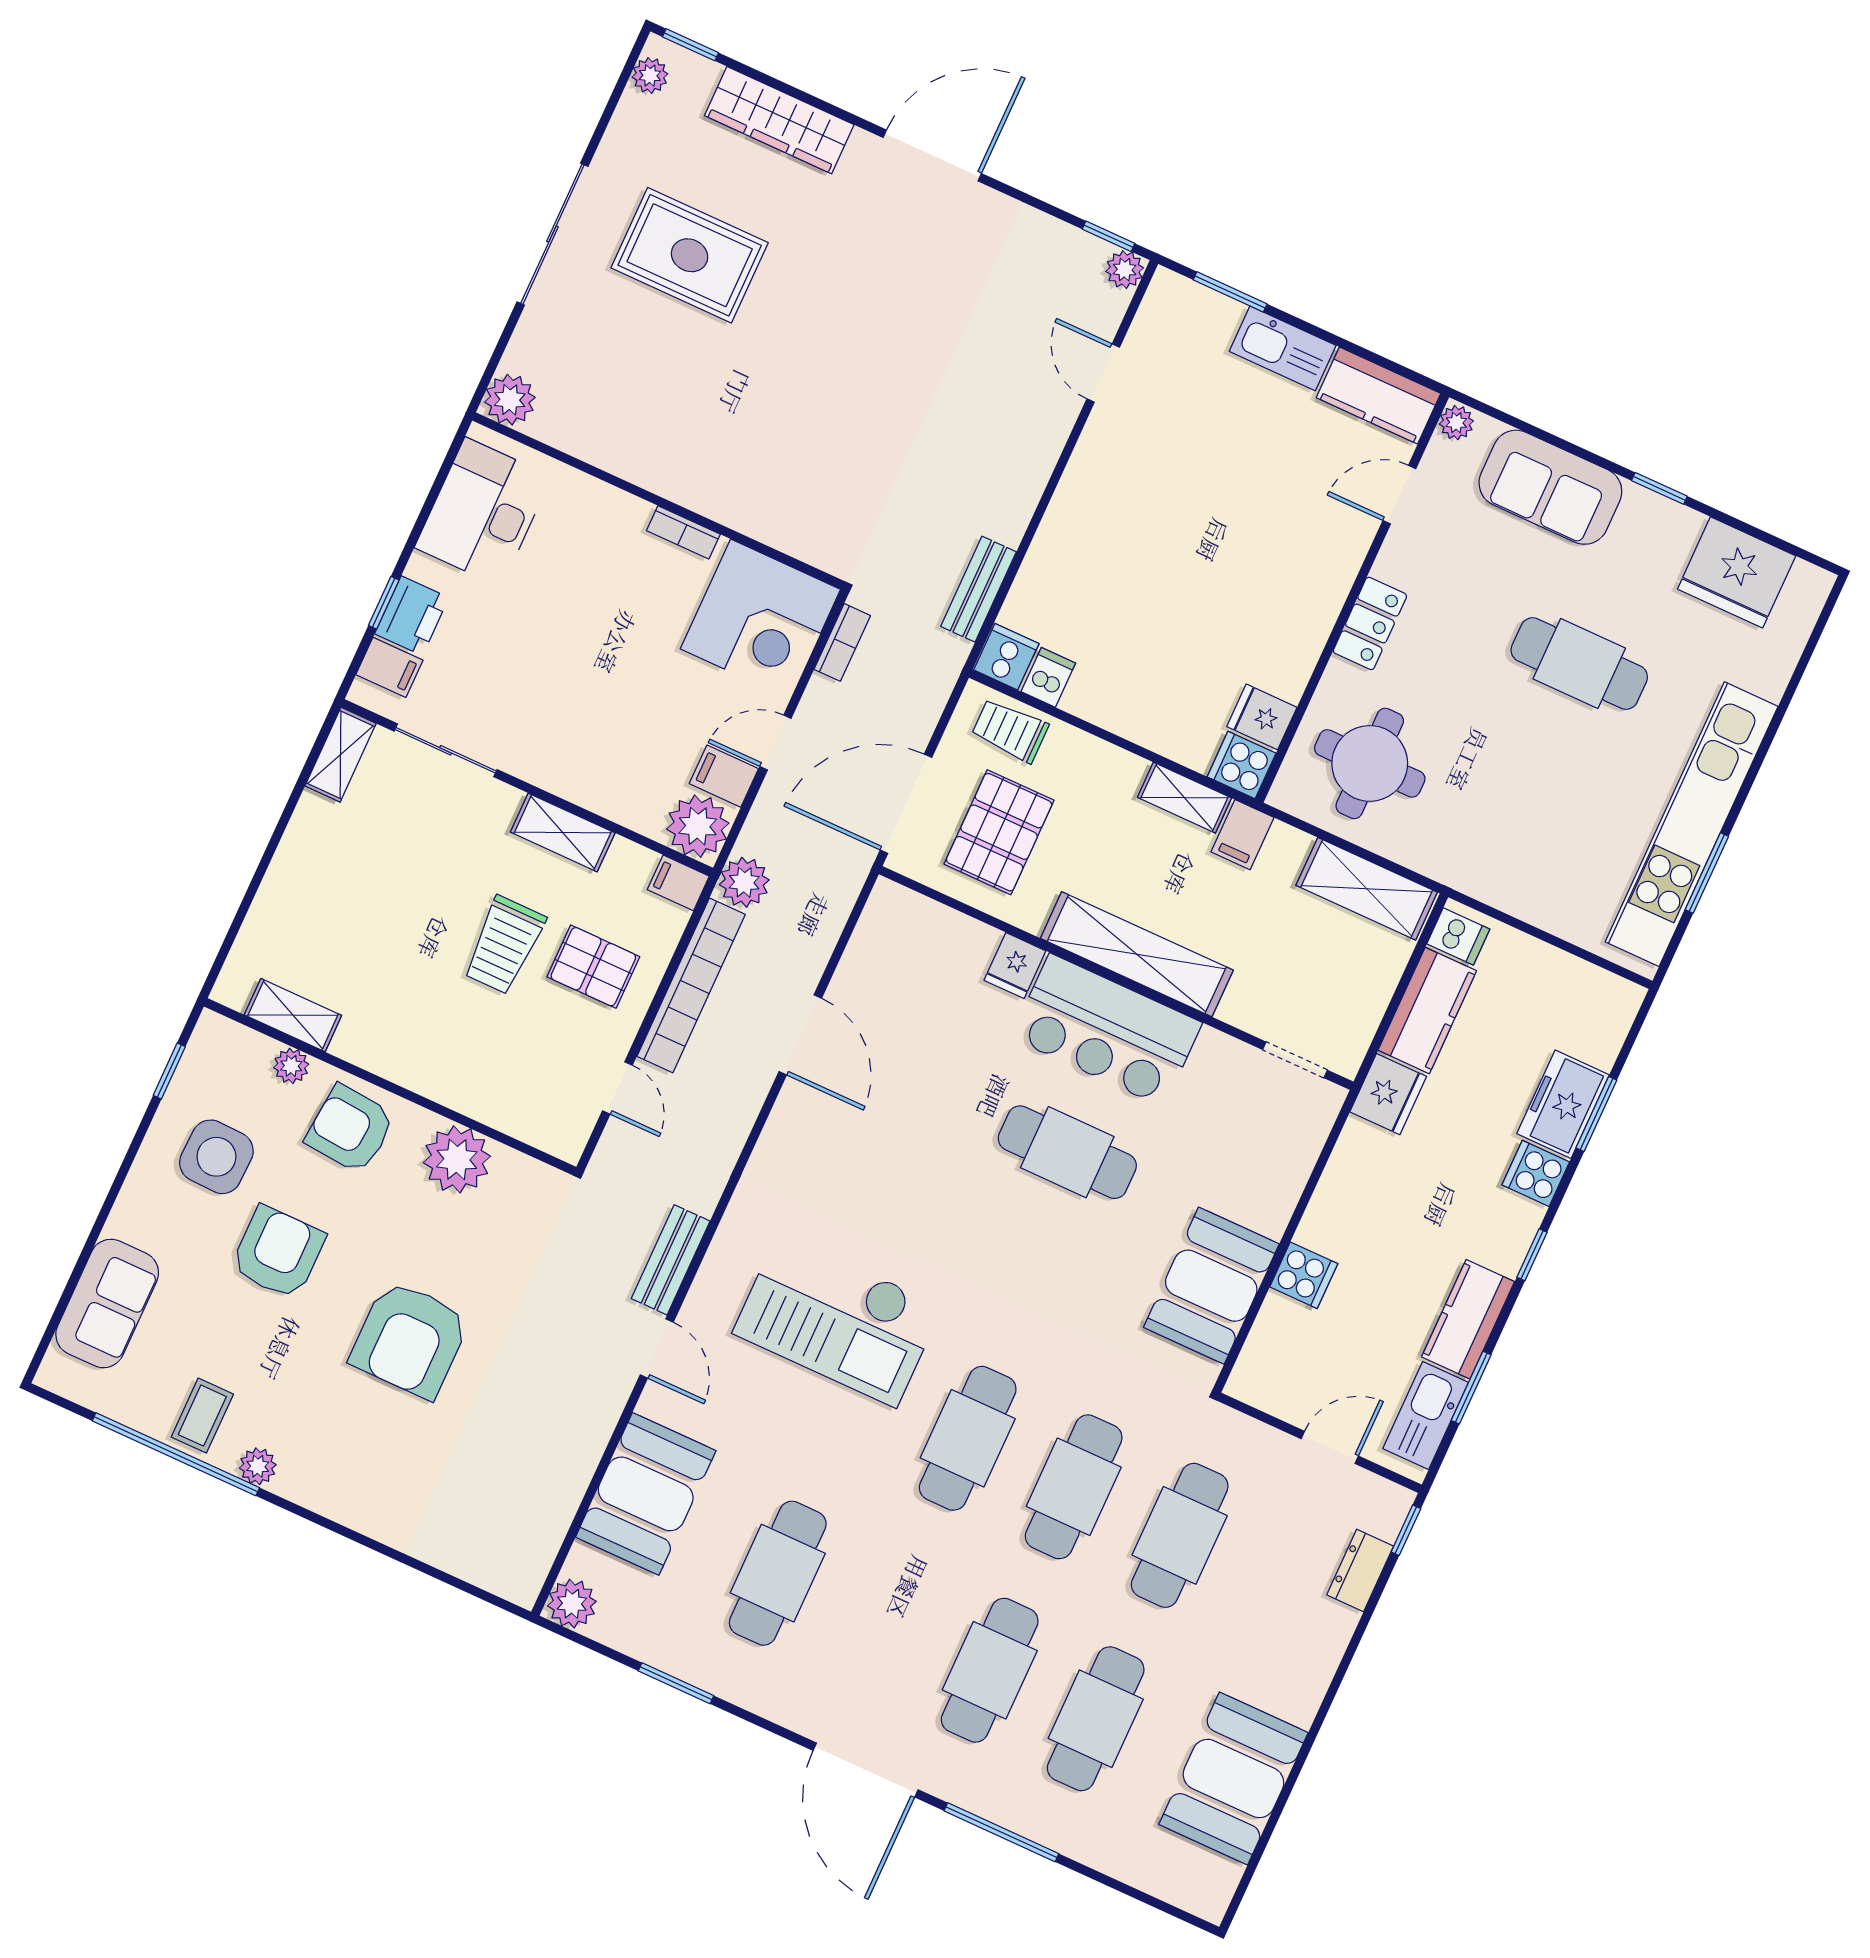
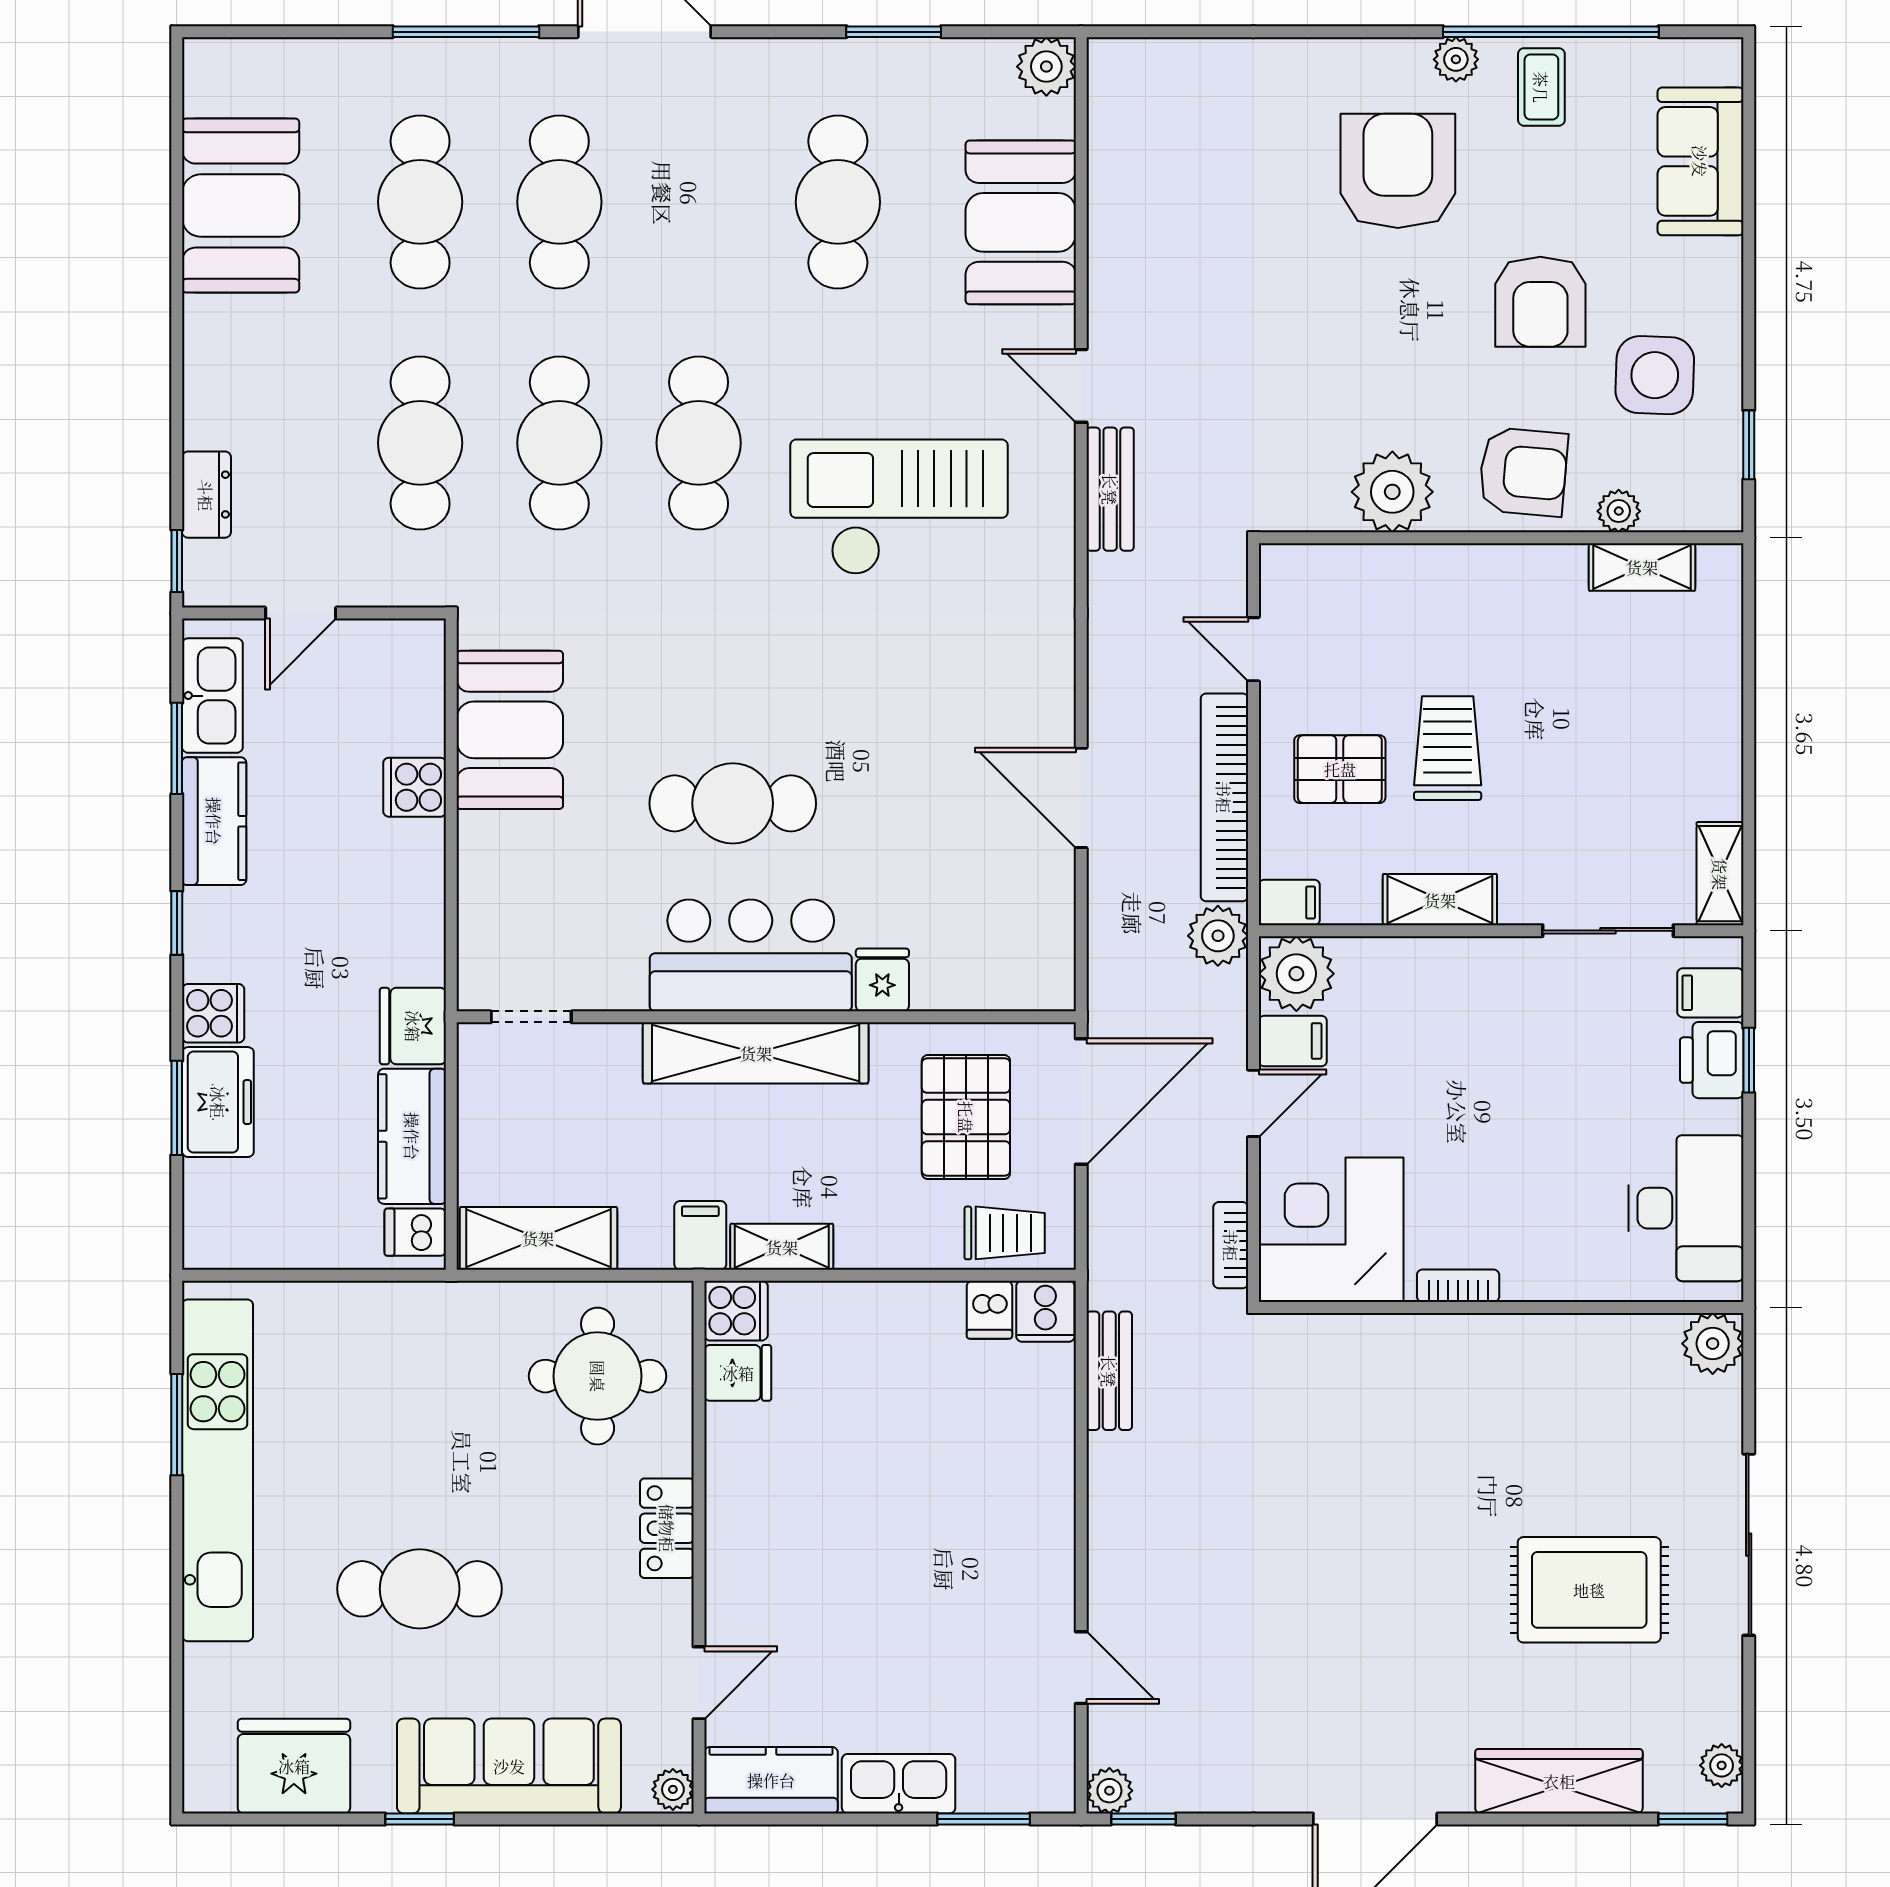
sofa: (1550, 487) -> (509, 1766), width x1.36
armchair: (410, 1339) -> (1398, 171), moved

